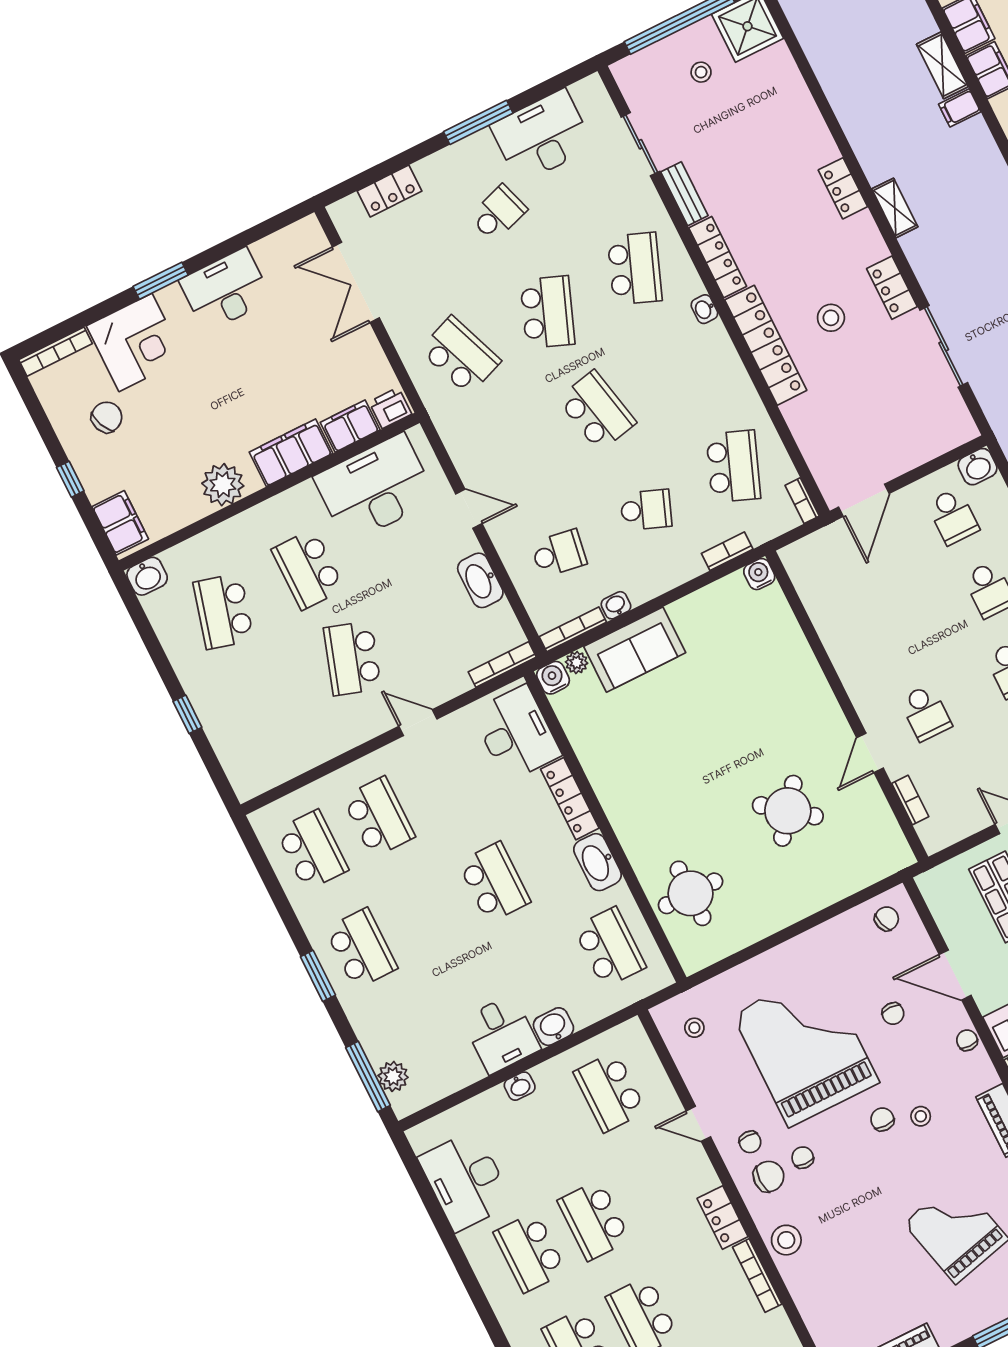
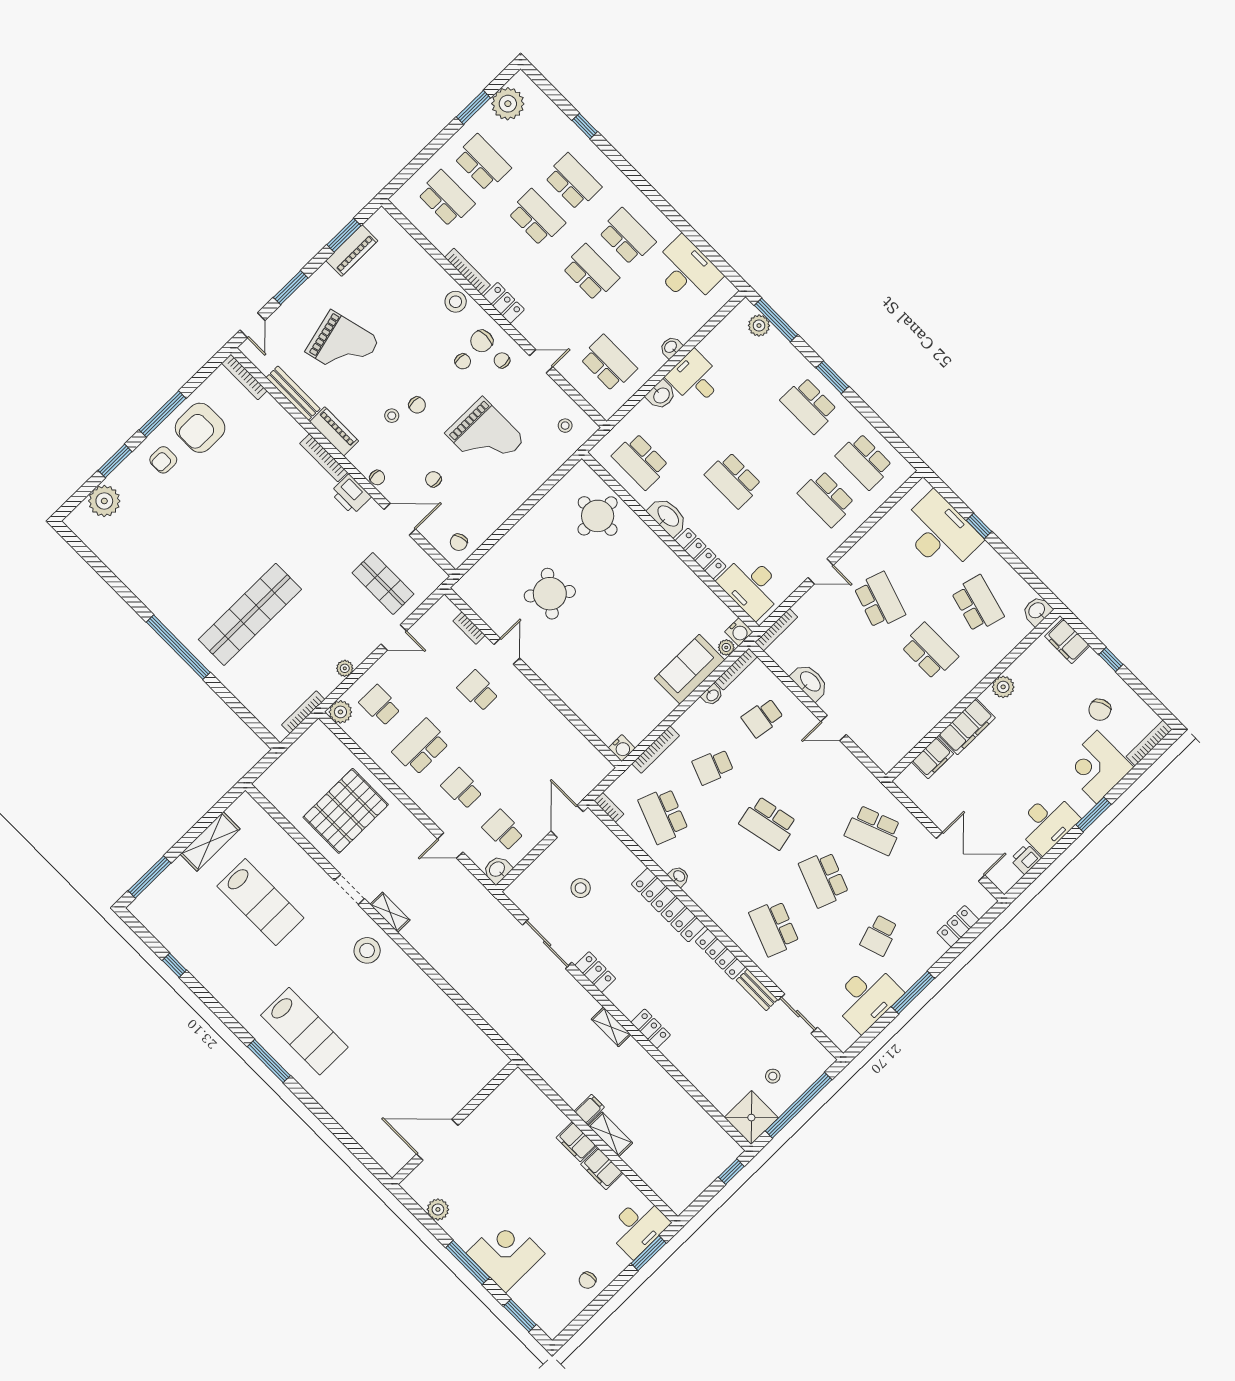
washbasin: (704, 309) -> (679, 876), moved
stool: (831, 318) -> (581, 888), moved
printer: (390, 408) -> (1026, 859), moved, turned 180
plant: (223, 485) -> (1003, 687), width x0.73, depth x0.73
desk: (375, 488) -> (940, 533), moved, turned -90
bookcase: (727, 551) -> (656, 750), width x1.56
grand piano: (806, 1048) -> (485, 436), width x0.73, depth x0.68

